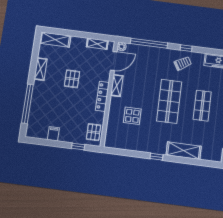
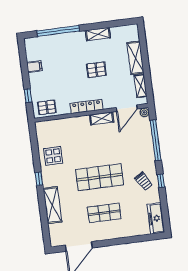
shelving: (55, 40) -> (135, 58), moved
door: (114, 61) -> (127, 108), hinge flipped
display table: (132, 116) -> (53, 156), moved

